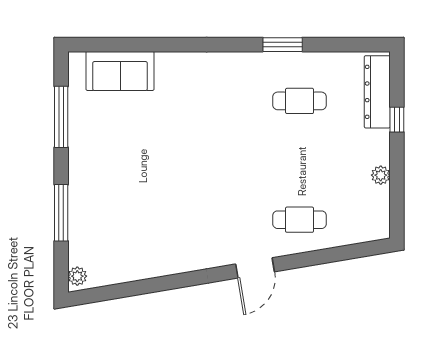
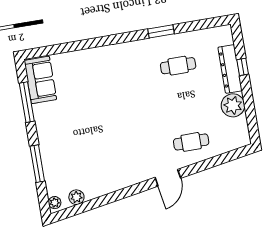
sofa: (120, 71) -> (40, 80), moved, turned -90
dresser: (377, 92) -> (230, 69), moved
plant: (381, 175) -> (233, 105), width x1.88, depth x1.88
plant: (112, 274) -> (76, 197), added

